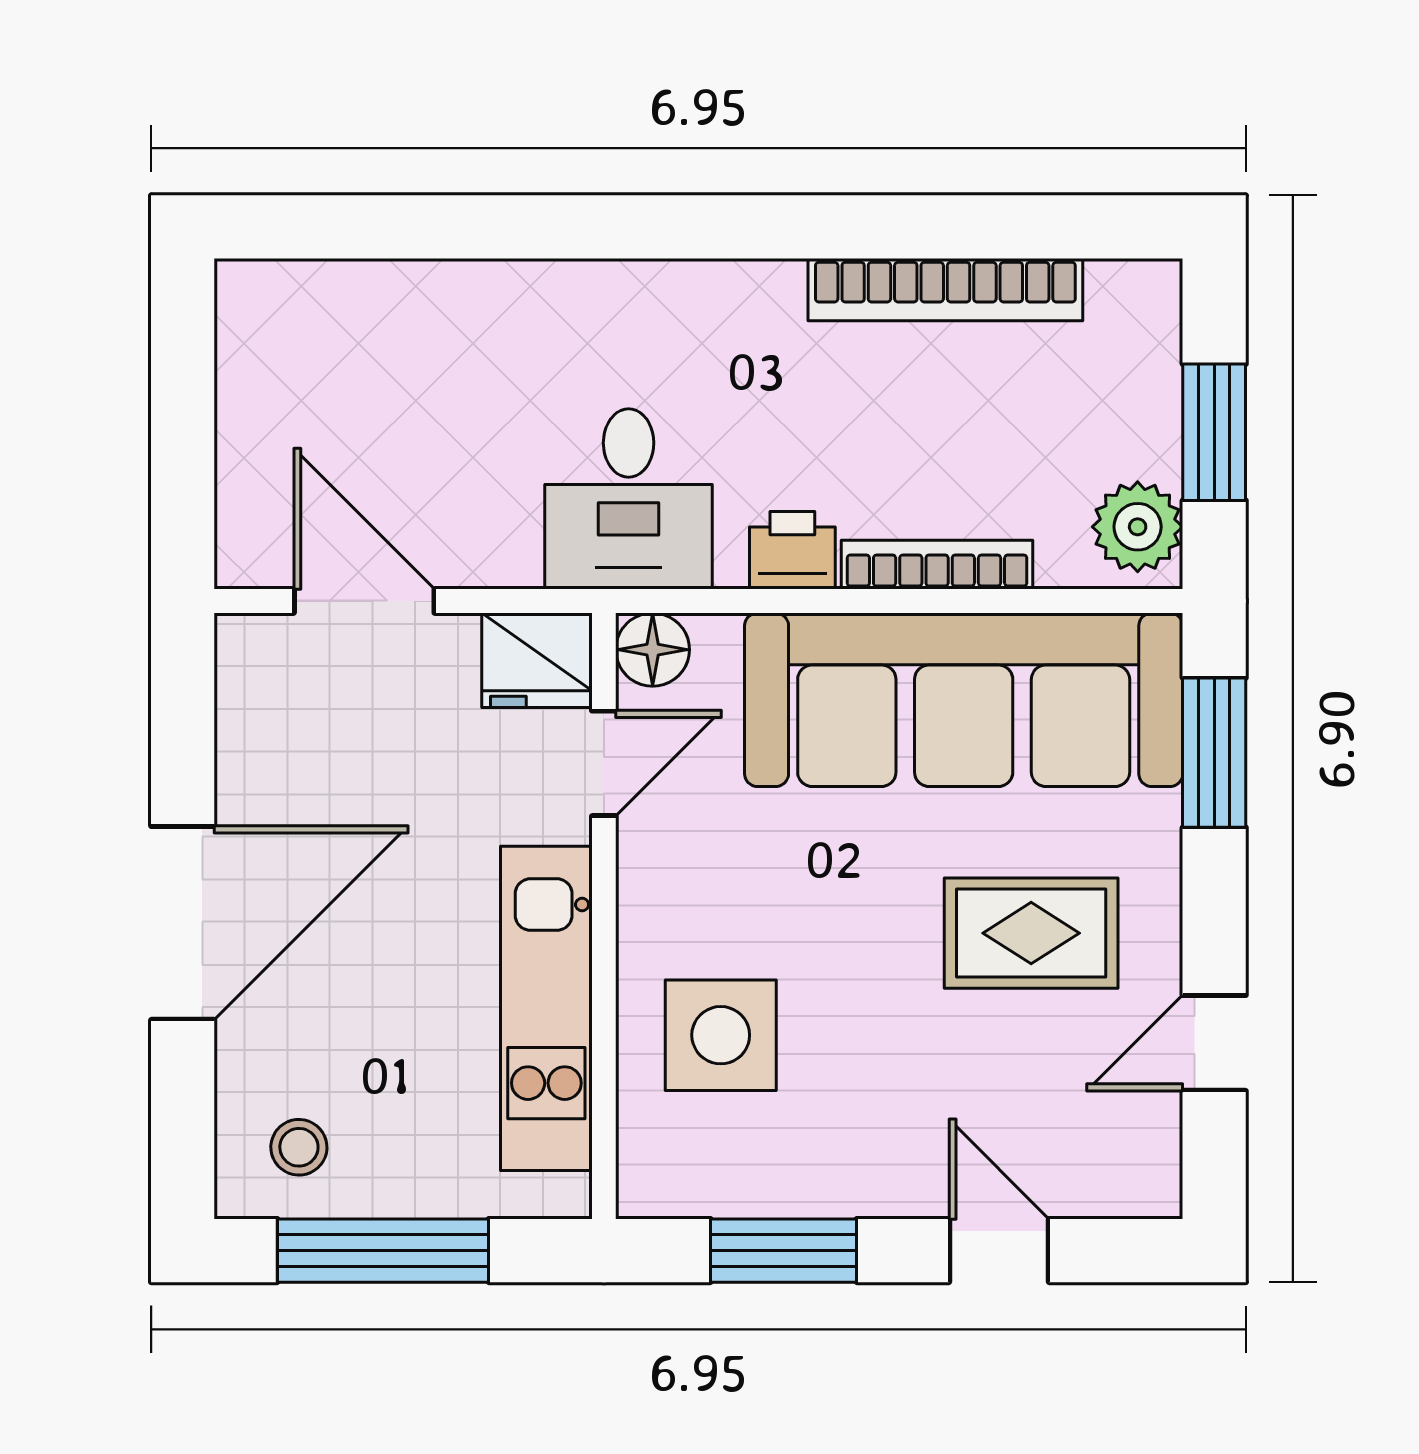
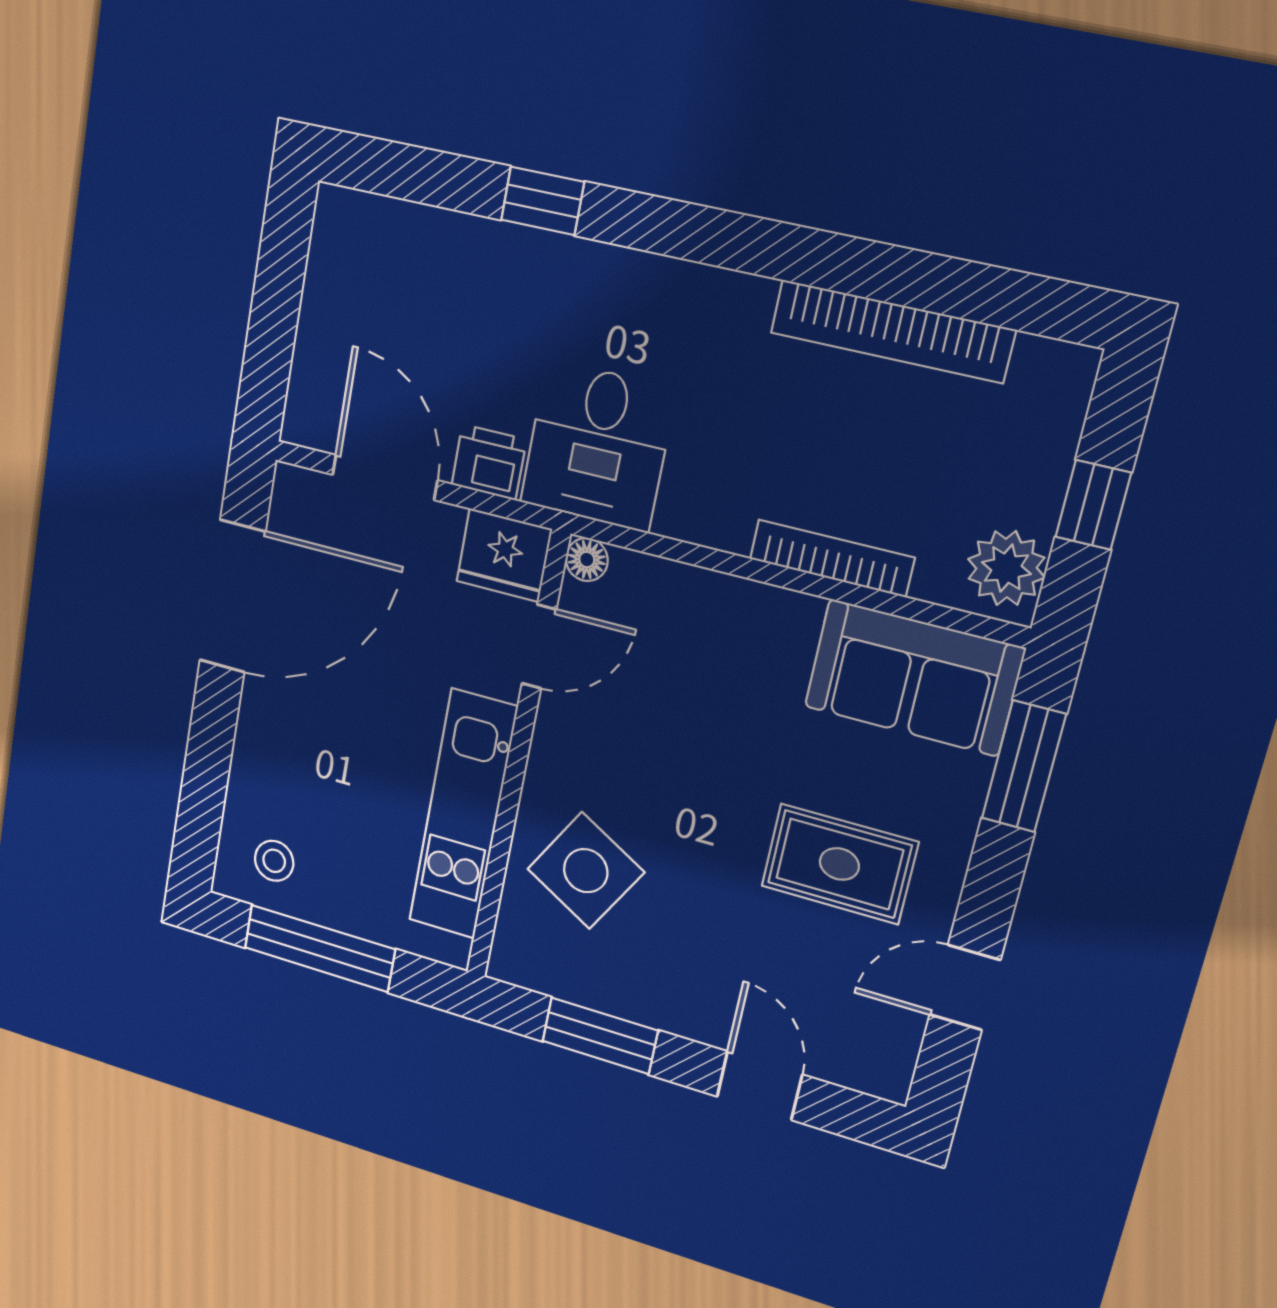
window: (504, 227) -> (543, 201), added
window: (1214, 432) -> (1093, 505), width x0.67
printer: (792, 550) -> (489, 462), moved
floor lamp: (653, 650) -> (587, 560), width x0.73, depth x0.73
sofa: (964, 700) -> (914, 678), width x0.54, depth x0.79
door: (183, 923) -> (232, 596), moved
side table: (721, 1035) -> (586, 871), turned 30

